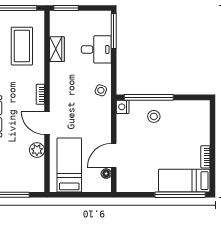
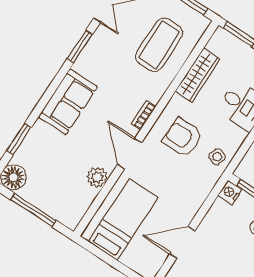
wardrobe: (57, 49) -> (198, 75), width x1.50
armchair: (73, 92) -> (183, 138), added
floor lamp: (106, 174) -> (160, 258), removed

